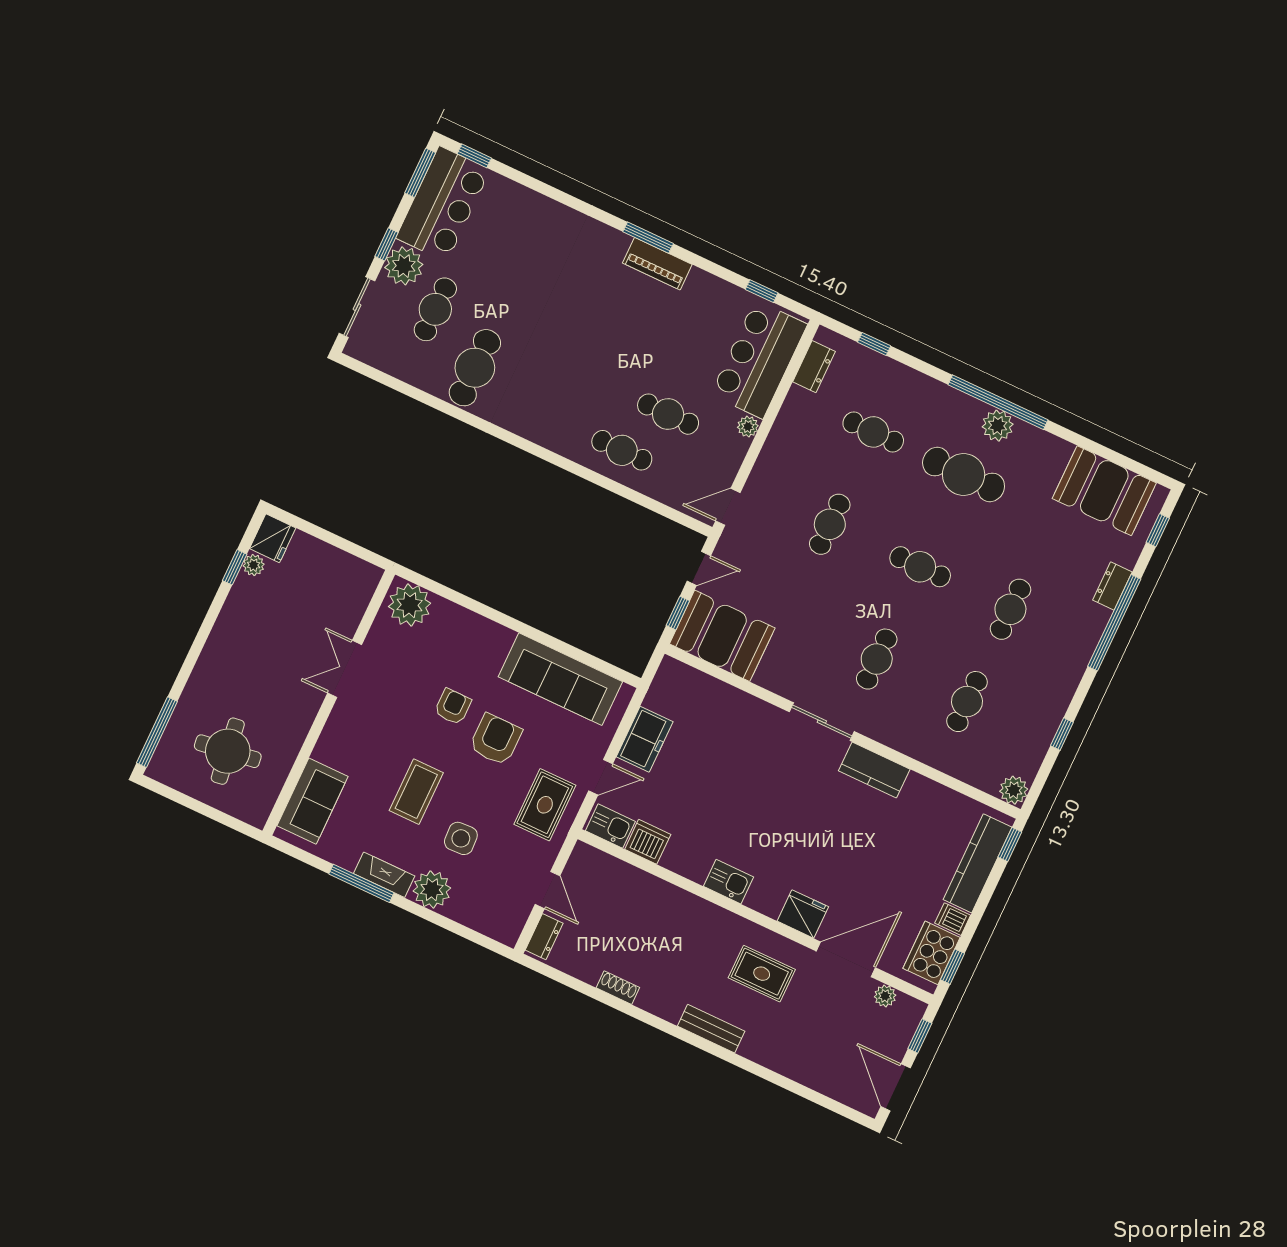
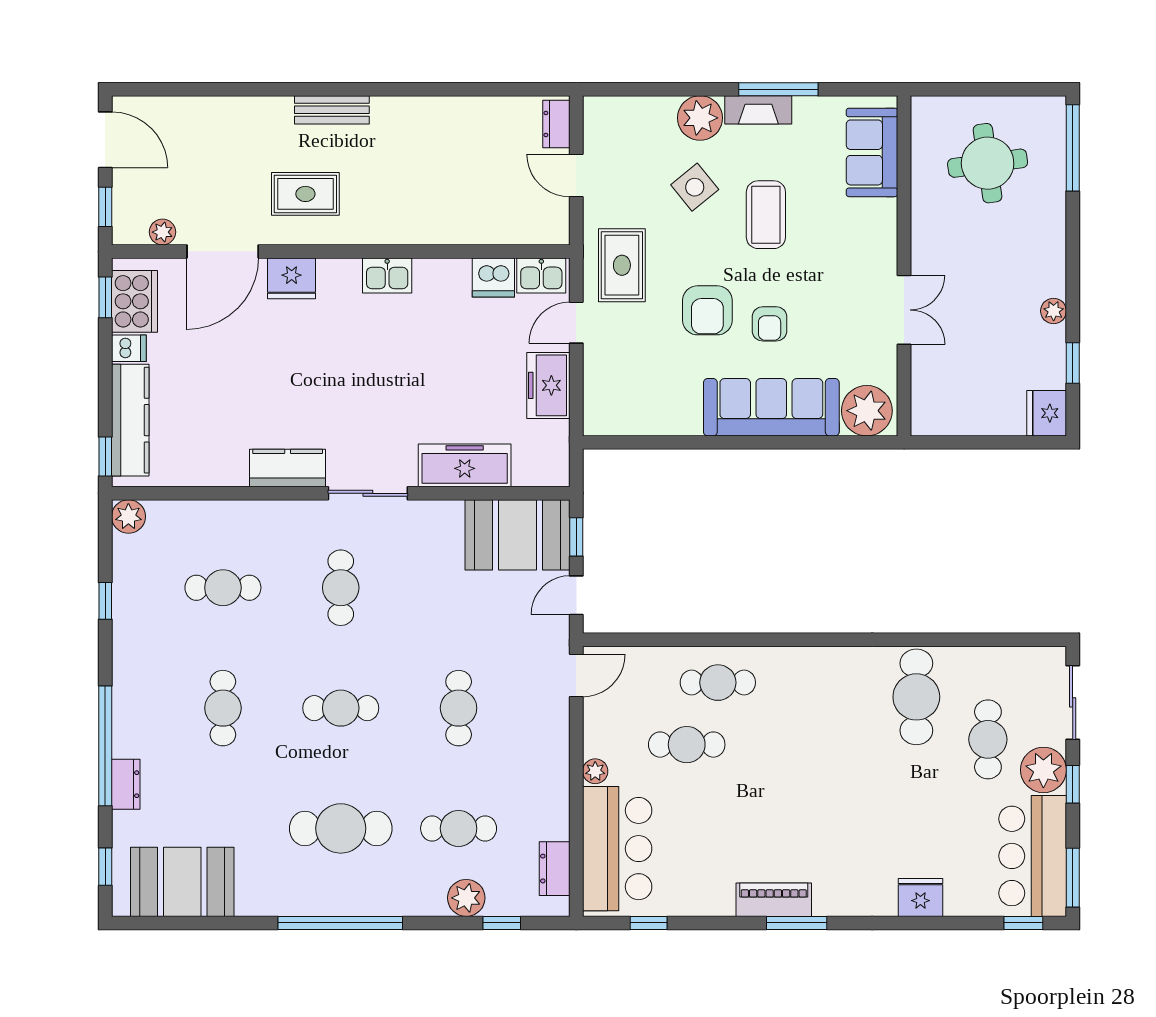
fridge: (544, 213) -> (920, 897), added
plant: (998, 426) -> (466, 898), moved
plant: (254, 565) -> (1054, 311), moved
sofa: (560, 679) -> (771, 407), moved
cafe table: (967, 702) -> (223, 588), turned 90
freezer: (738, 708) -> (465, 465), added
side table: (461, 838) -> (695, 187), turned -36
shoe rack: (618, 988) -> (452, 107), removed

